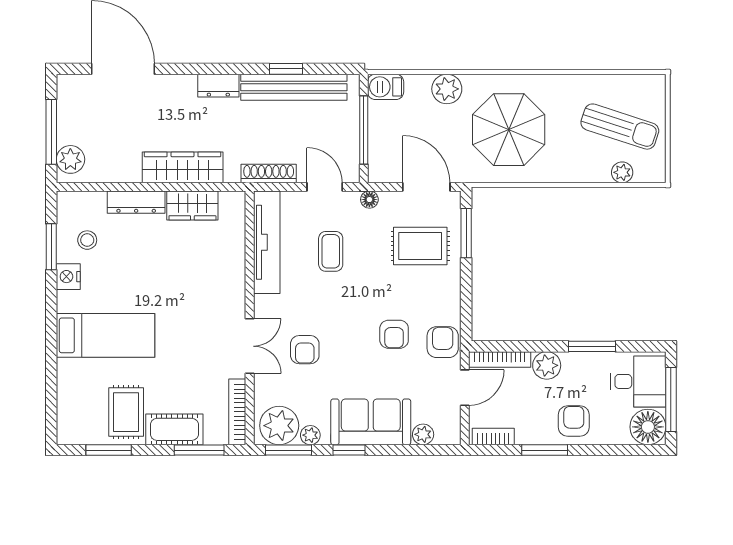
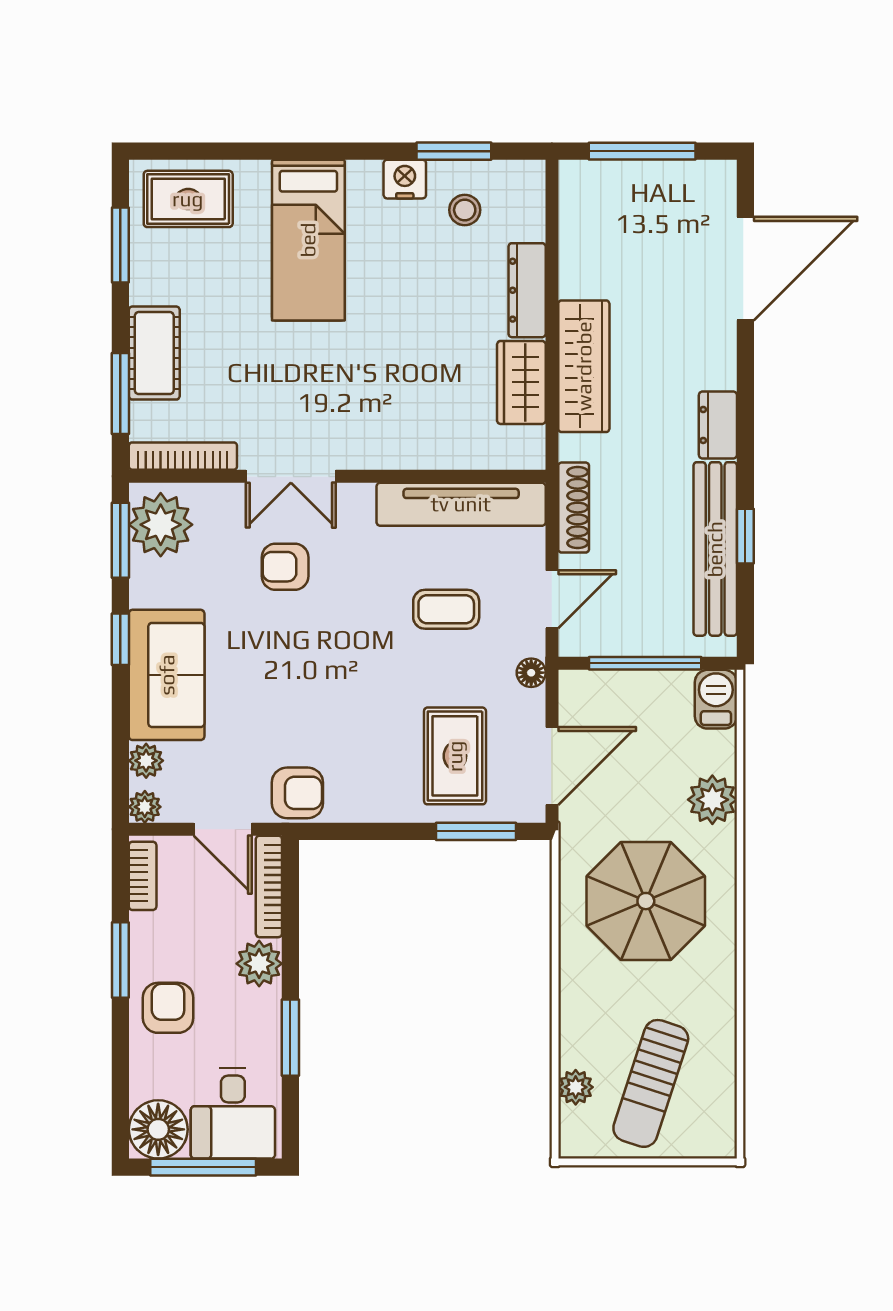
plant: (70, 159) -> (597, 183), removed
armchair: (394, 334) -> (310, 713), removed
rug: (126, 412) -> (188, 199), moved
armchair: (574, 421) -> (168, 1008), turned -90
plant: (310, 435) -> (145, 807), moved

